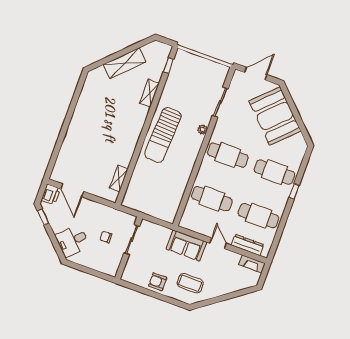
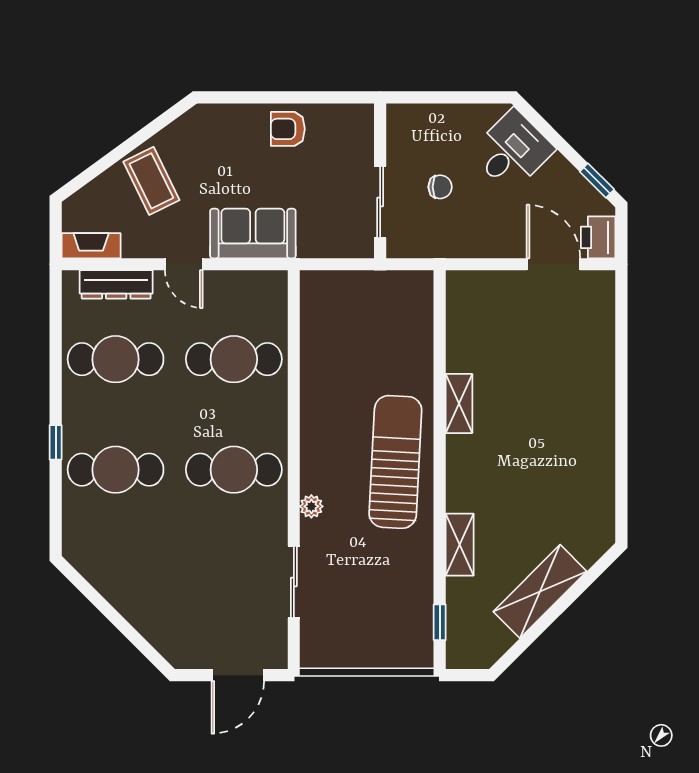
booth: (275, 116) -> (160, 596), removed
shelving: (119, 178) -> (459, 404), moved
armchair: (158, 282) -> (288, 129), turned 180
coffee table: (190, 283) -> (151, 181), moved, turned 64

